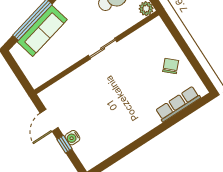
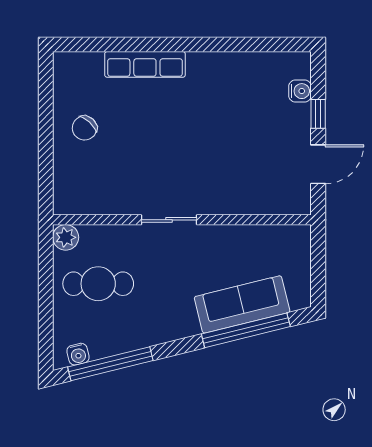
row of seats: (178, 104) -> (145, 64), moved
water cooler: (72, 138) -> (300, 91), moved

